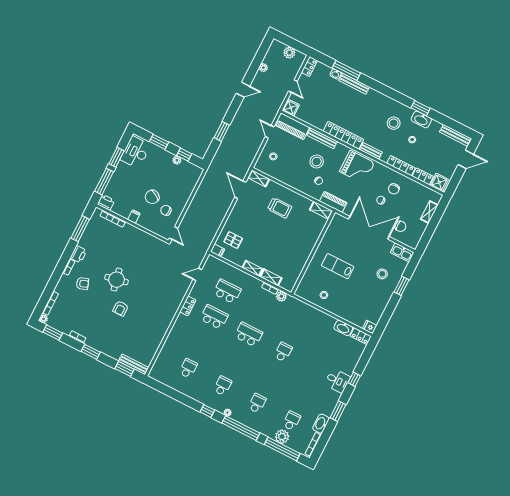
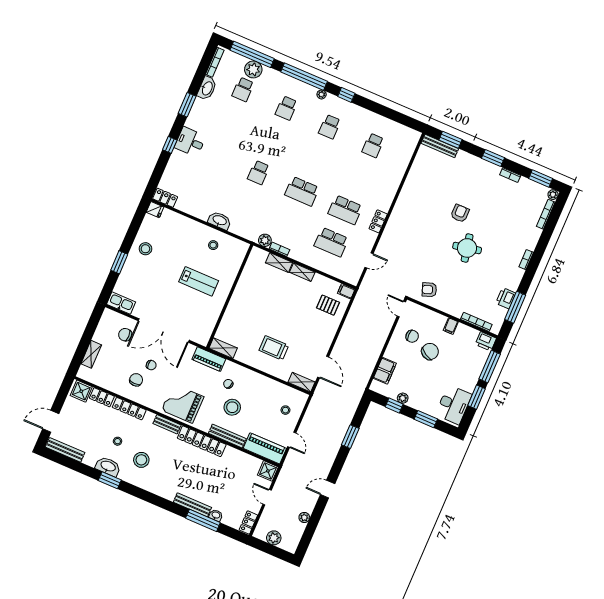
filing cabinet: (190, 183) -> (385, 371), added
printer: (78, 254) -> (506, 298), moved
stool: (382, 274) -> (145, 249), moved
armchair: (82, 284) -> (429, 290), moved
washbasin: (343, 328) -> (220, 221), moved

